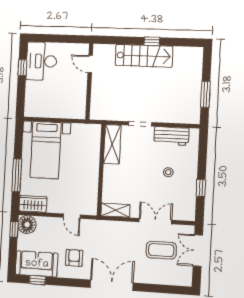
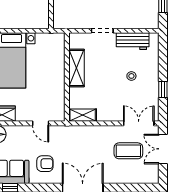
shelving: (112, 144) -> (76, 68), moved
double door: (155, 221) -> (139, 123), moved
armchair: (74, 258) -> (45, 164), turned 90

